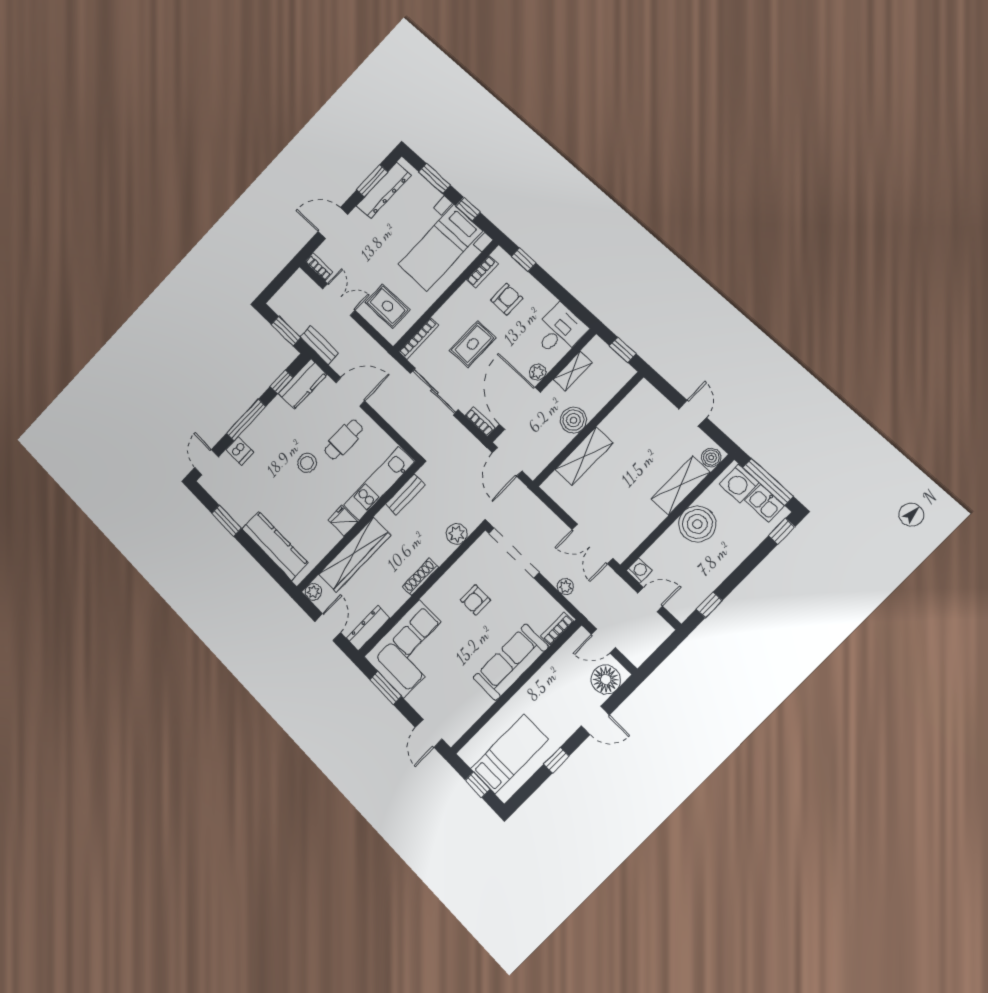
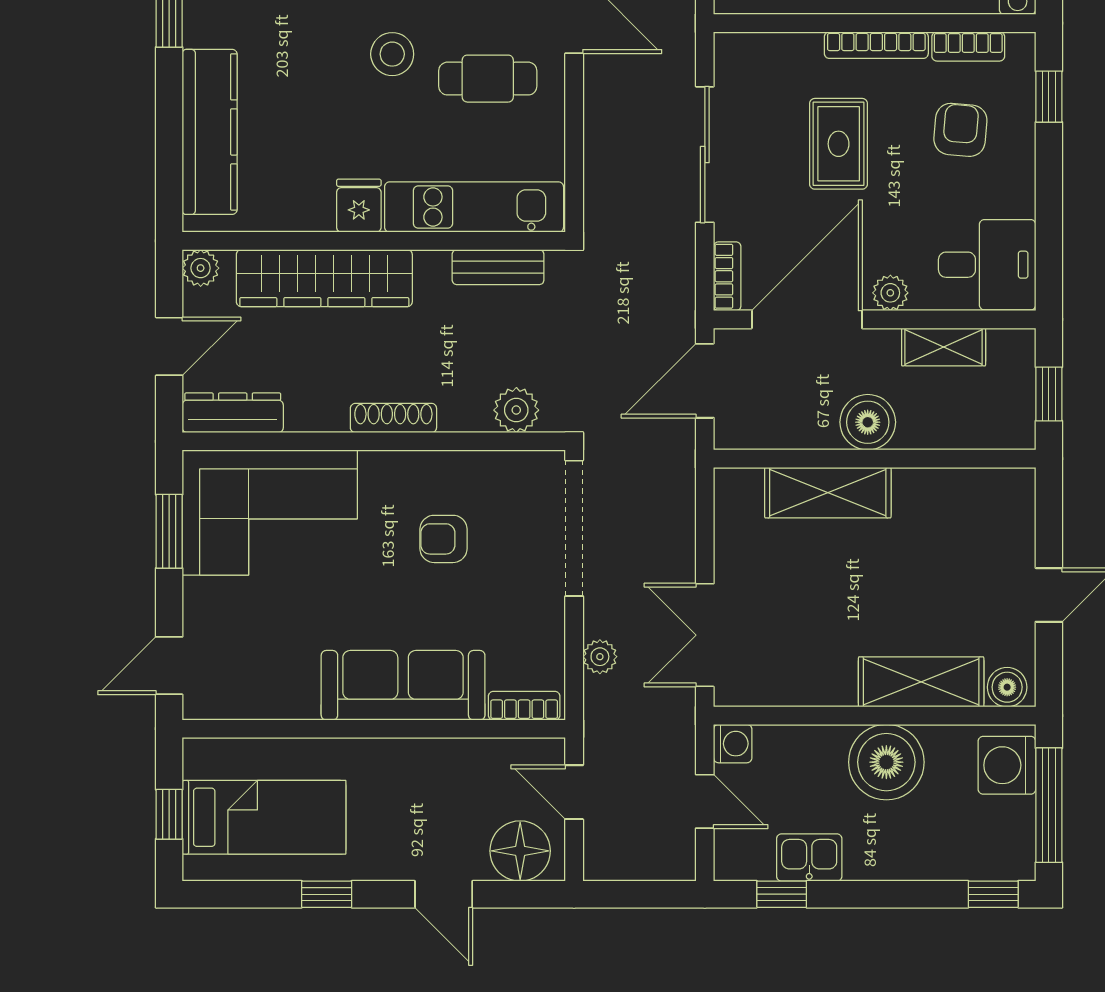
armchair: (507, 299) -> (960, 130), turned -85
bookcase: (419, 339) -> (876, 45), moved
rug: (473, 344) -> (839, 144), turned 90
kitchen sink: (765, 503) -> (809, 857), moved, turned 90

